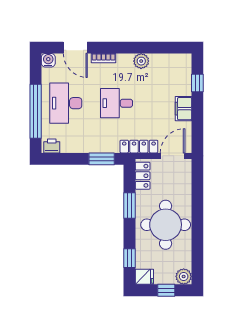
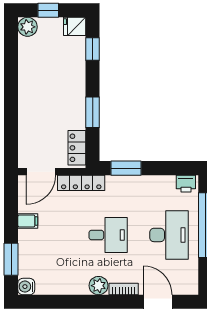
water cooler: (48, 60) -> (26, 287), moved, turned 90
plant: (141, 61) -> (99, 286), moved
window: (197, 83) -> (11, 259), width x1.50
filing cabinet: (183, 109) -> (28, 221), width x0.50
round table: (166, 225) -> (49, 89), removed

